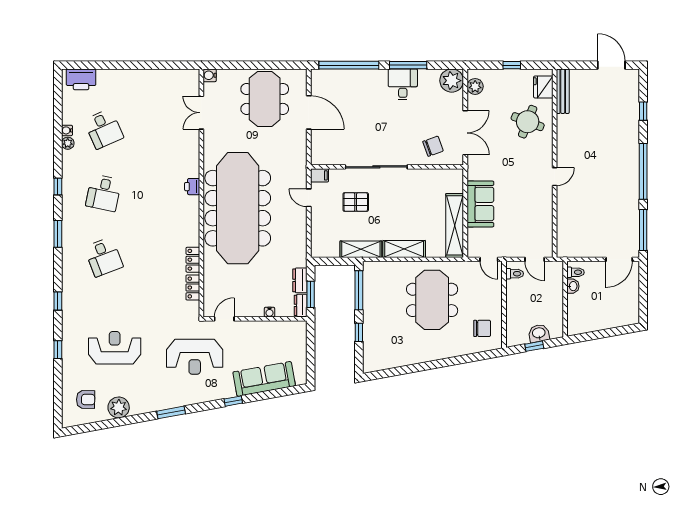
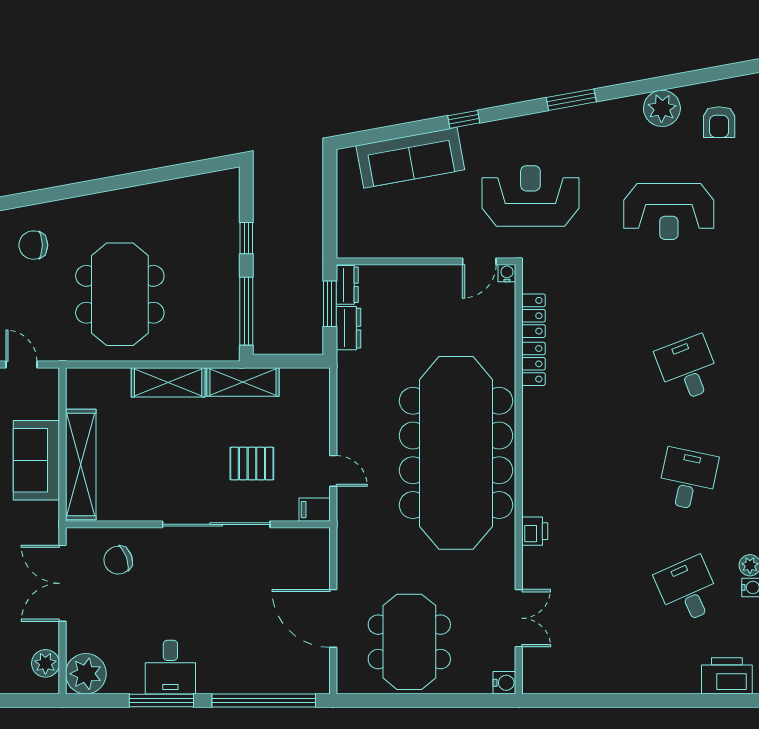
printer: (192, 187) -> (535, 531), moved
shelving: (455, 225) -> (81, 464), moved
water cooler: (269, 312) -> (507, 273), moved
armchair: (86, 400) -> (719, 122), turned -91

